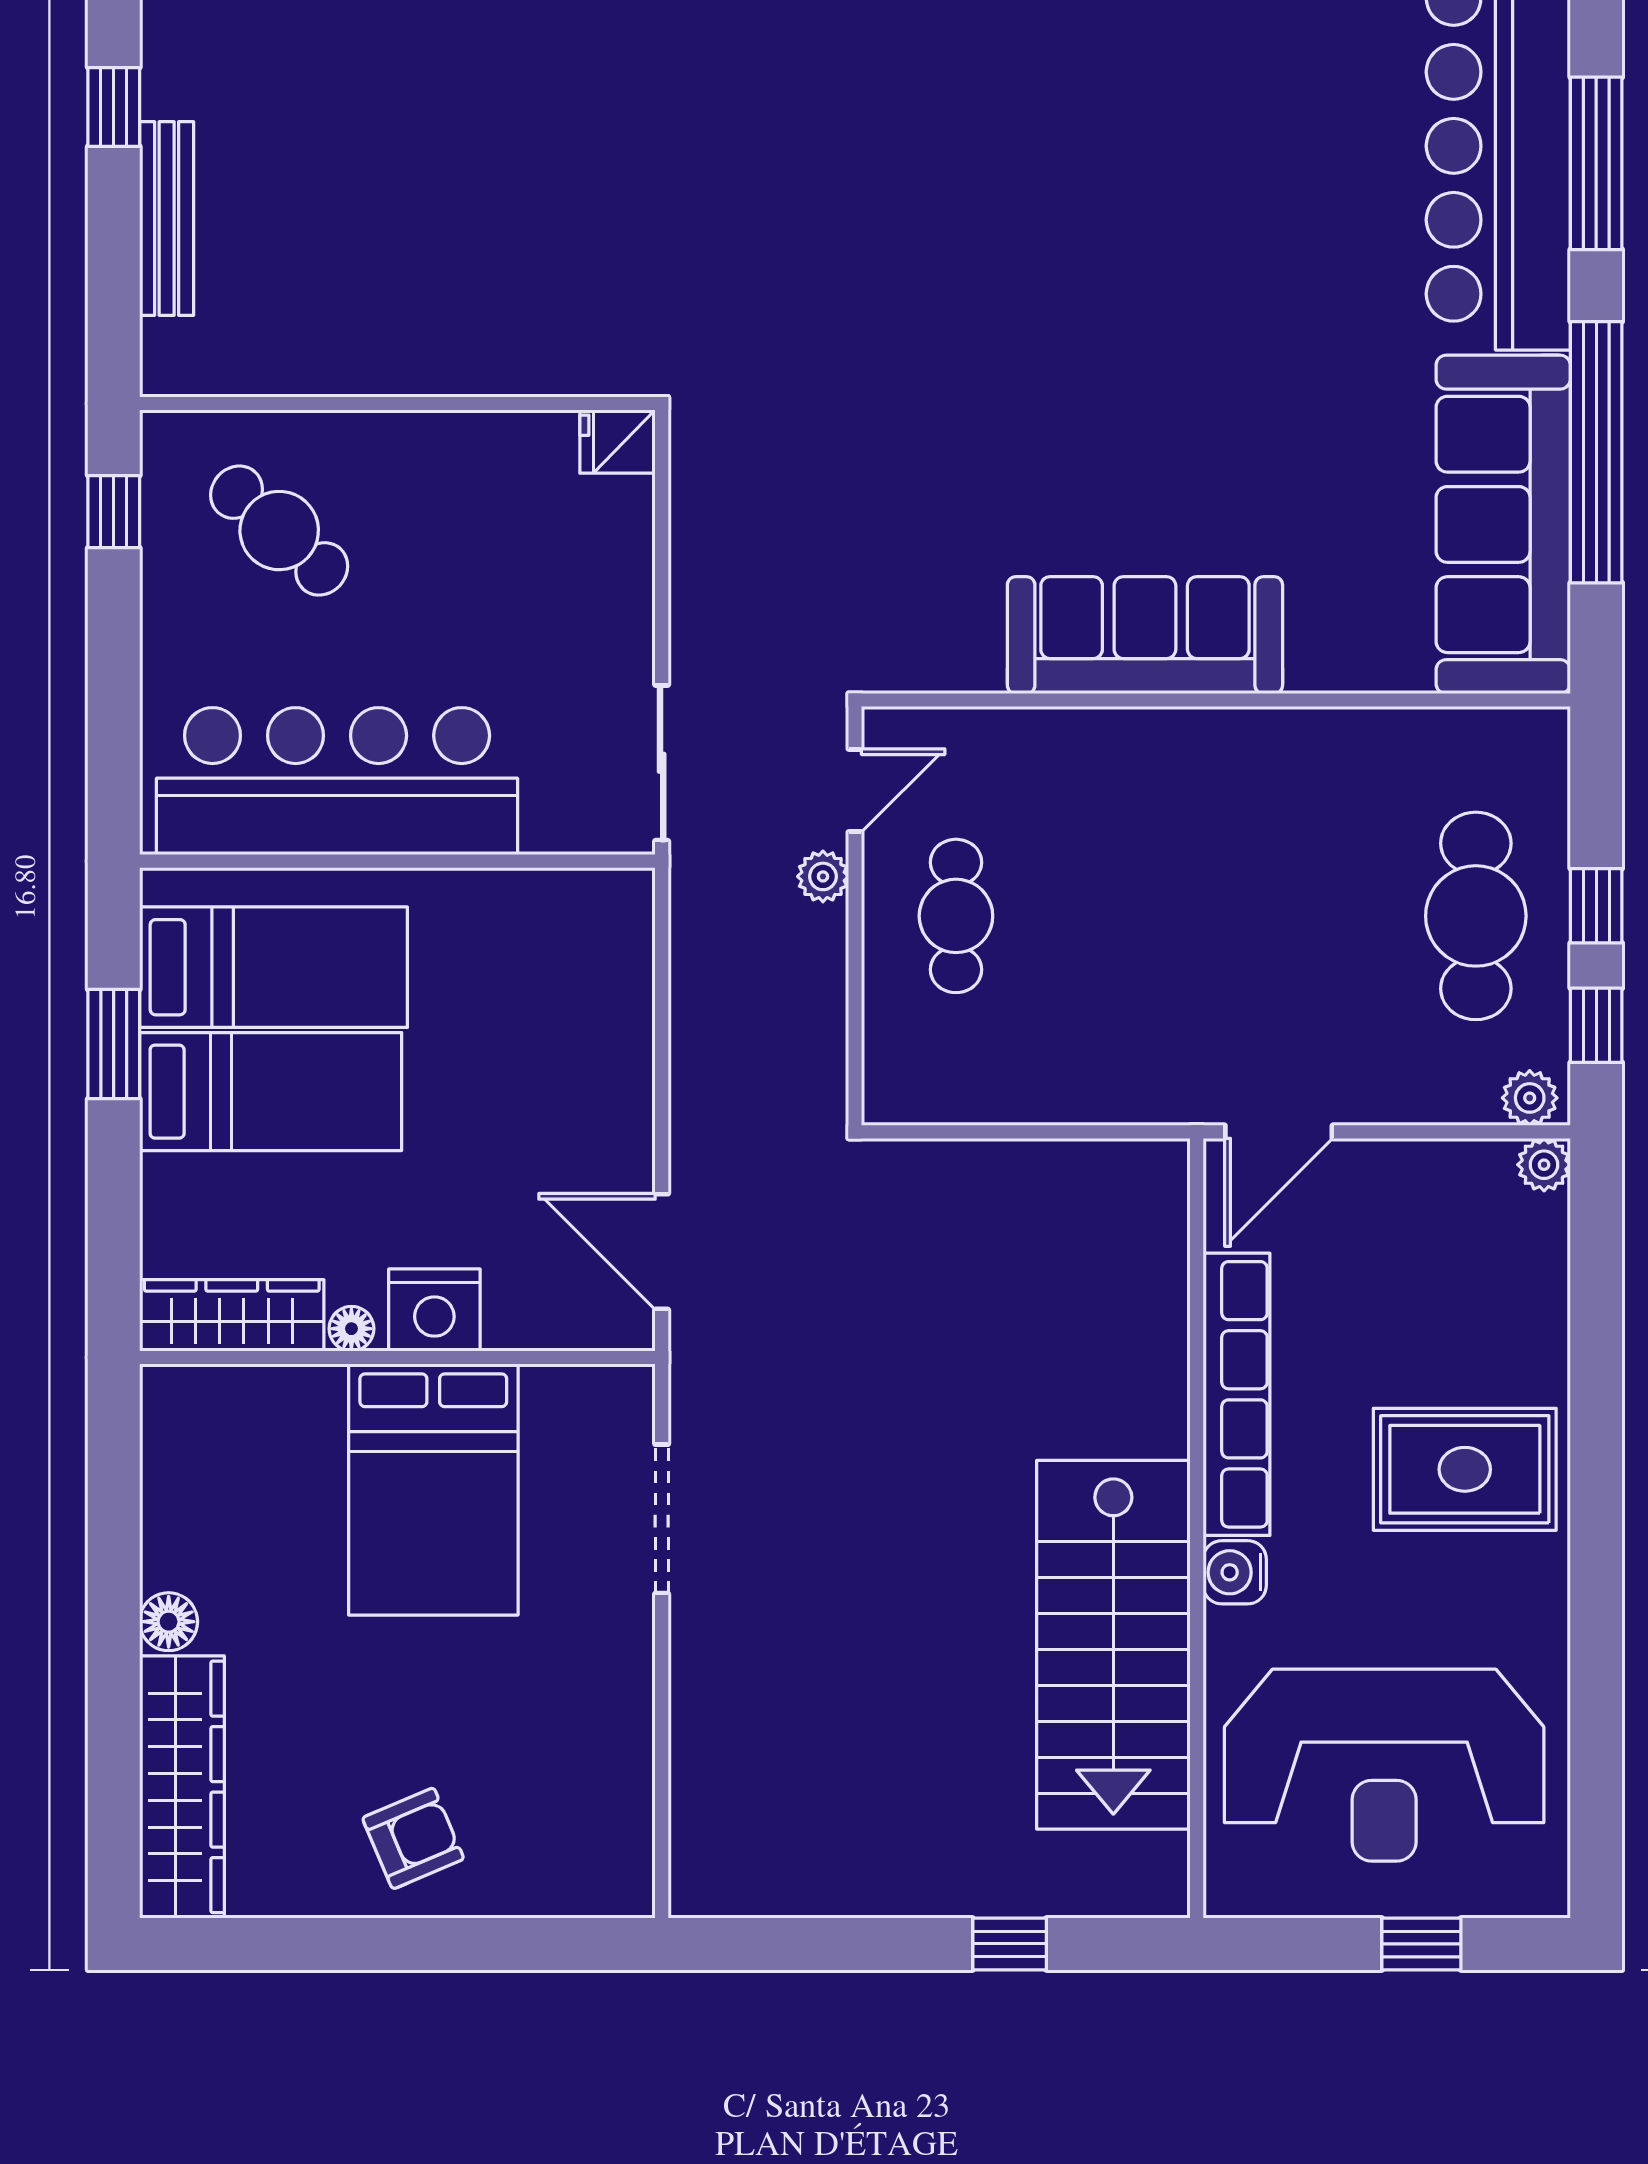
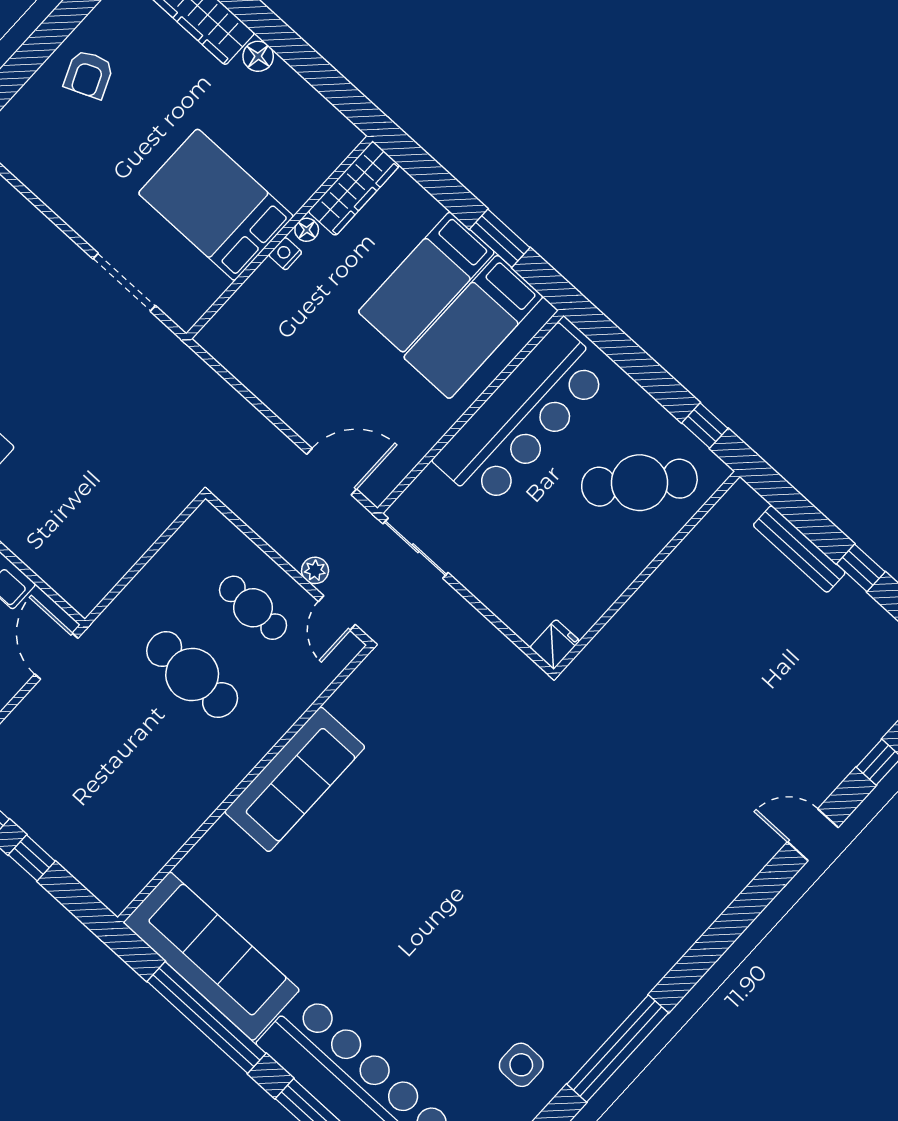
cafe table: (279, 531) -> (639, 483), width x1.37, depth x1.35
cafe table: (1476, 916) -> (192, 675), moved
door: (662, 1252) -> (332, 472), moved
nightstand: (434, 1310) -> (285, 254), width x0.53, depth x0.56

